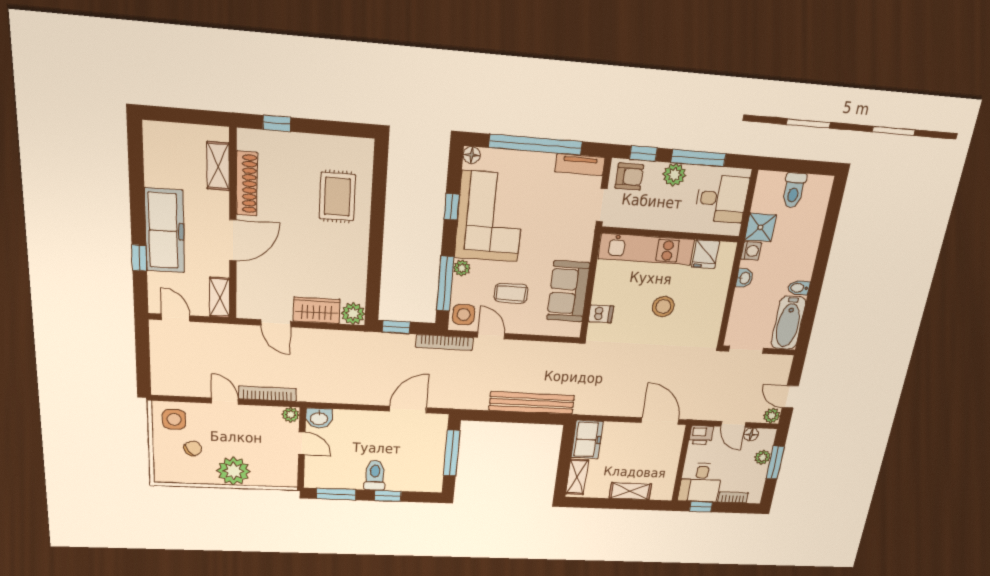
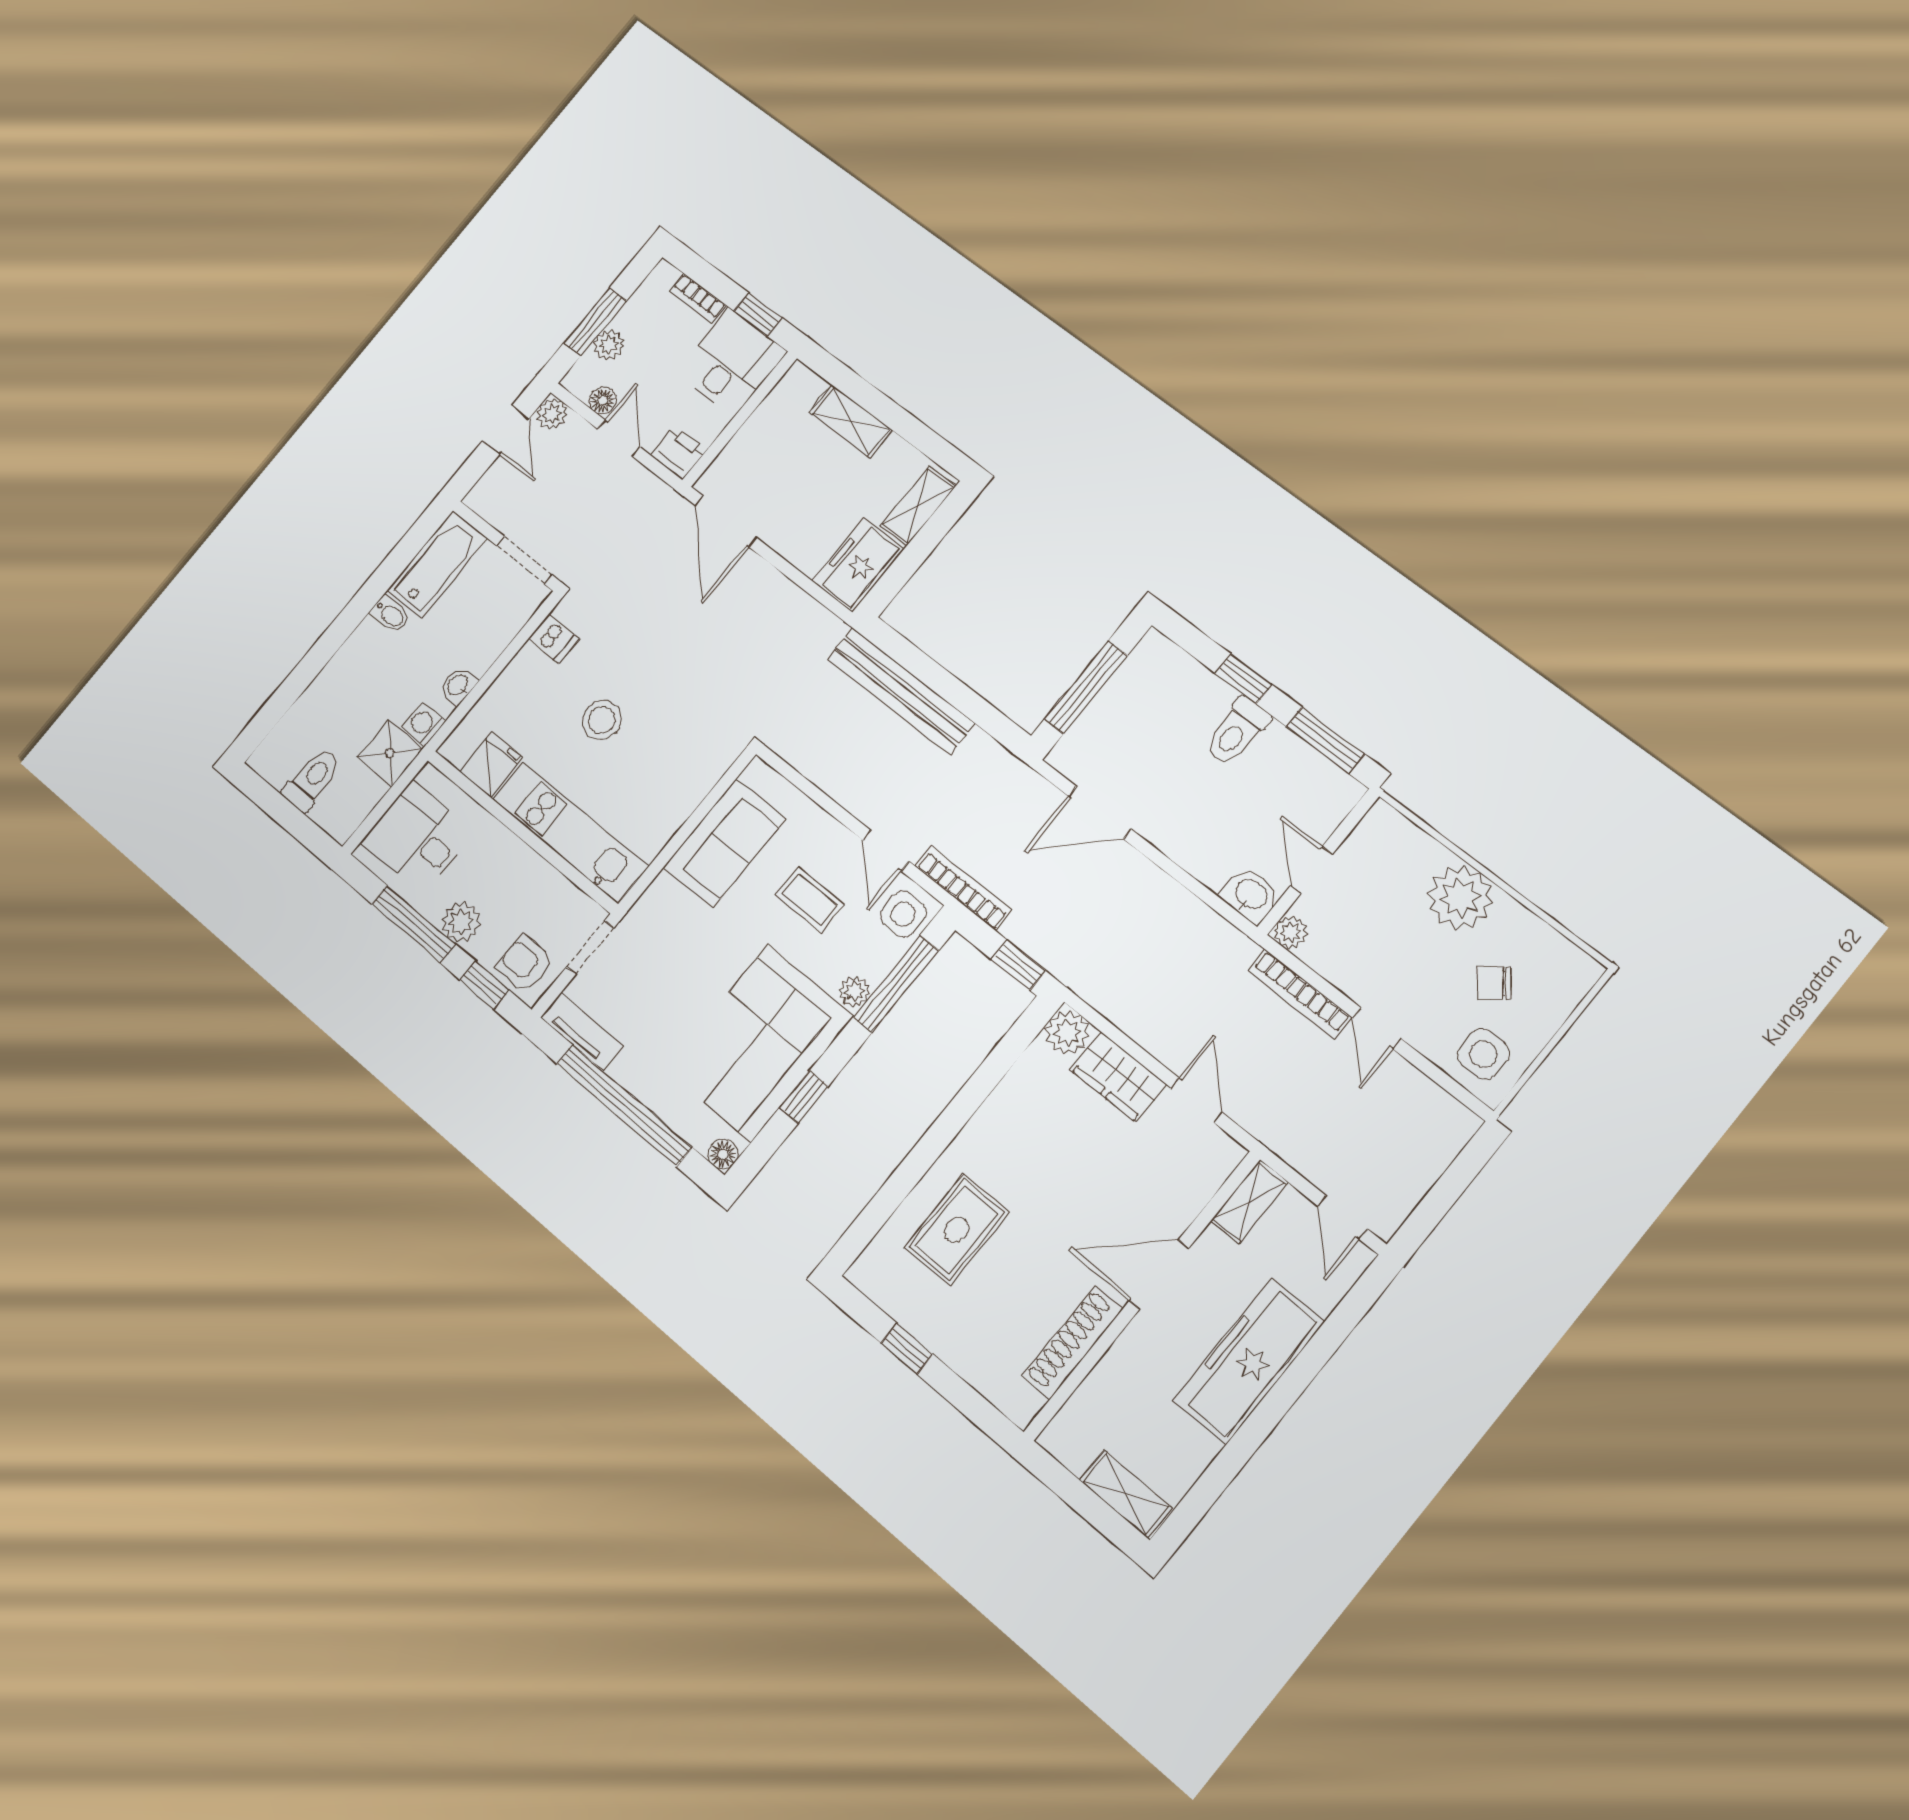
window: (277, 123) -> (907, 1349), moved
shelving: (218, 166) -> (1126, 1494), moved, turned 90
window: (139, 258) -> (1321, 1348), removed
dishwasher: (601, 314) -> (554, 639), moved, turned 180

